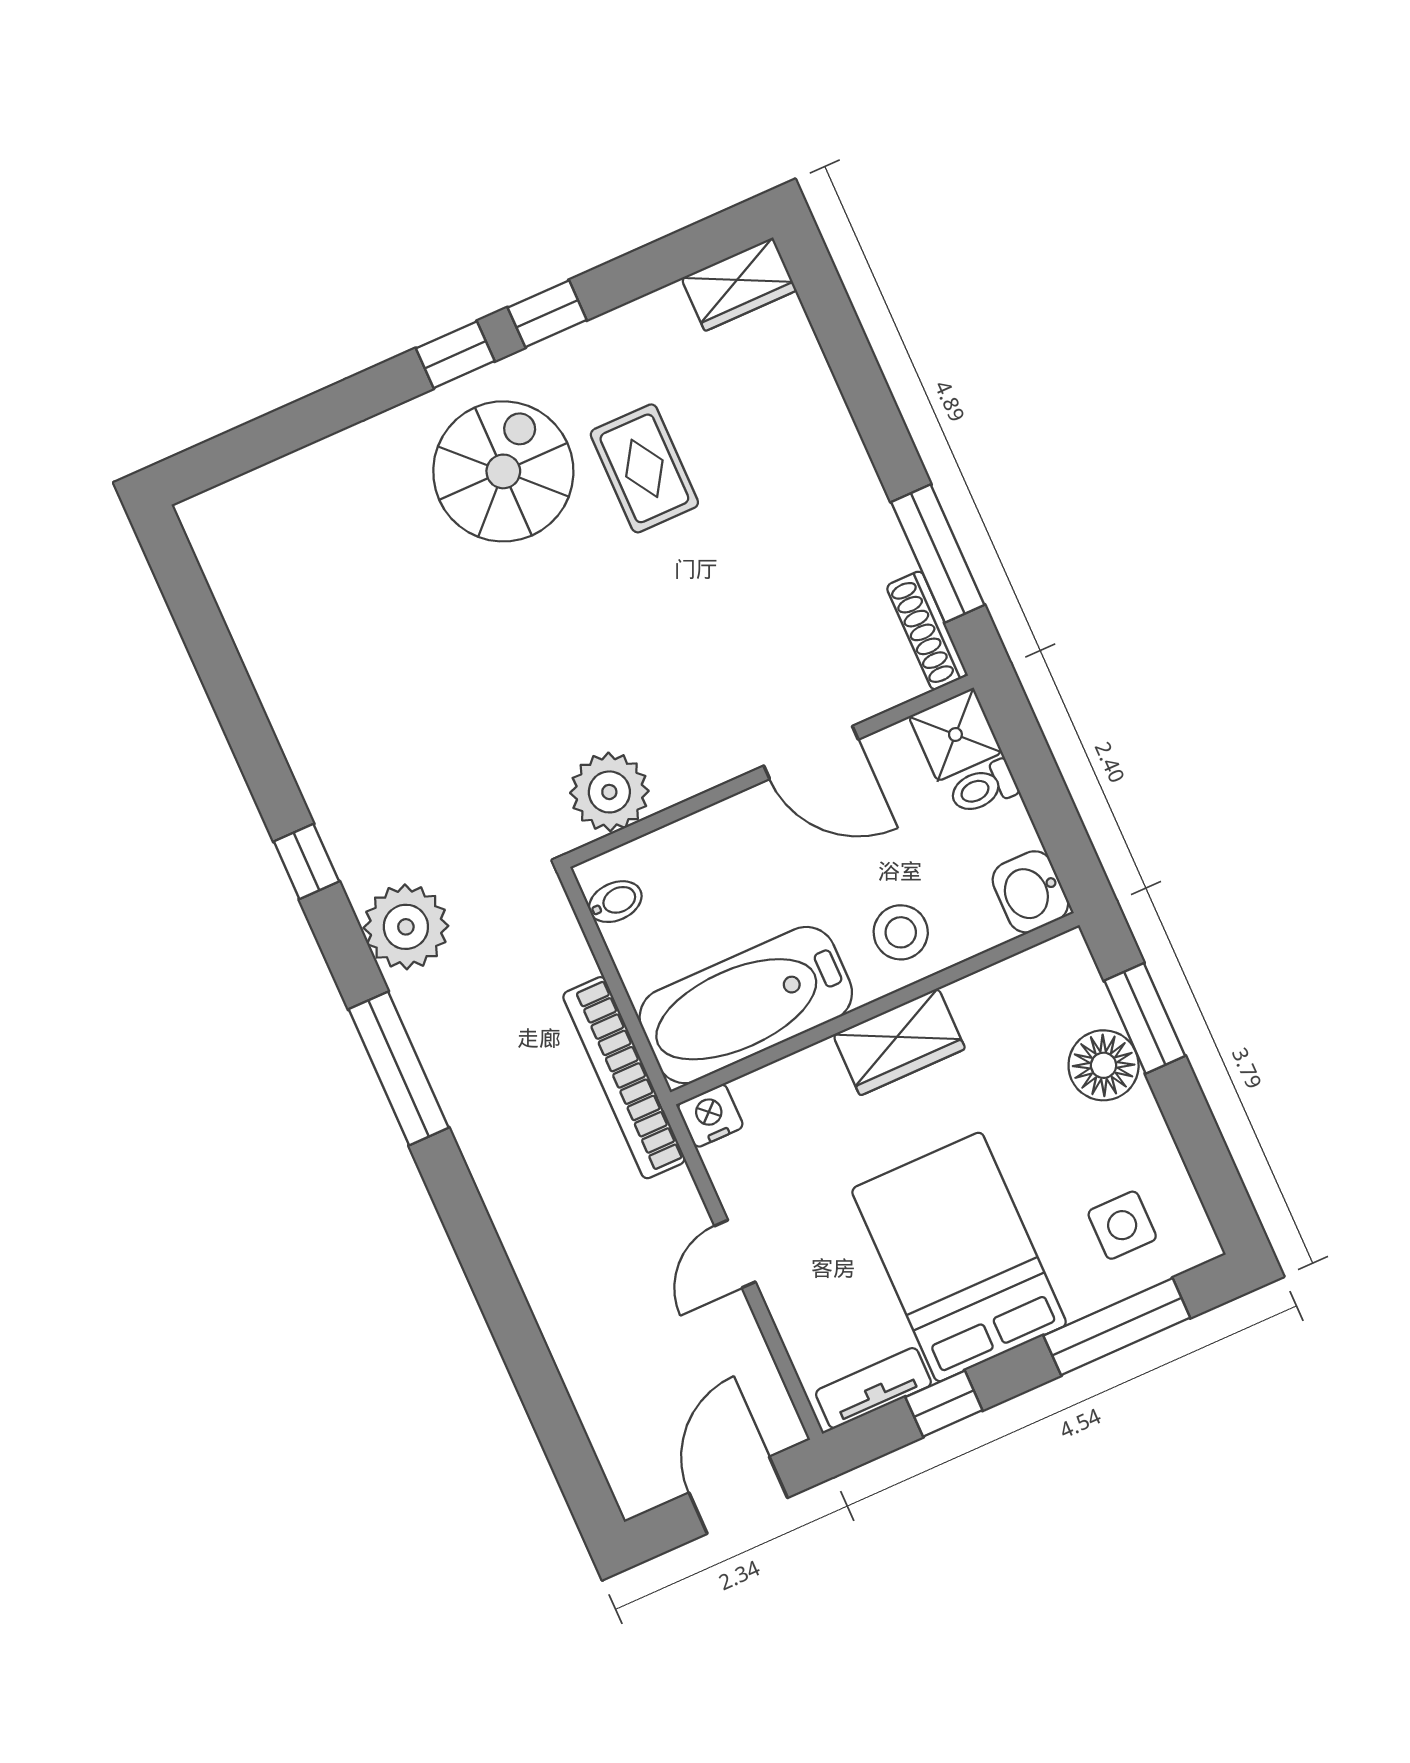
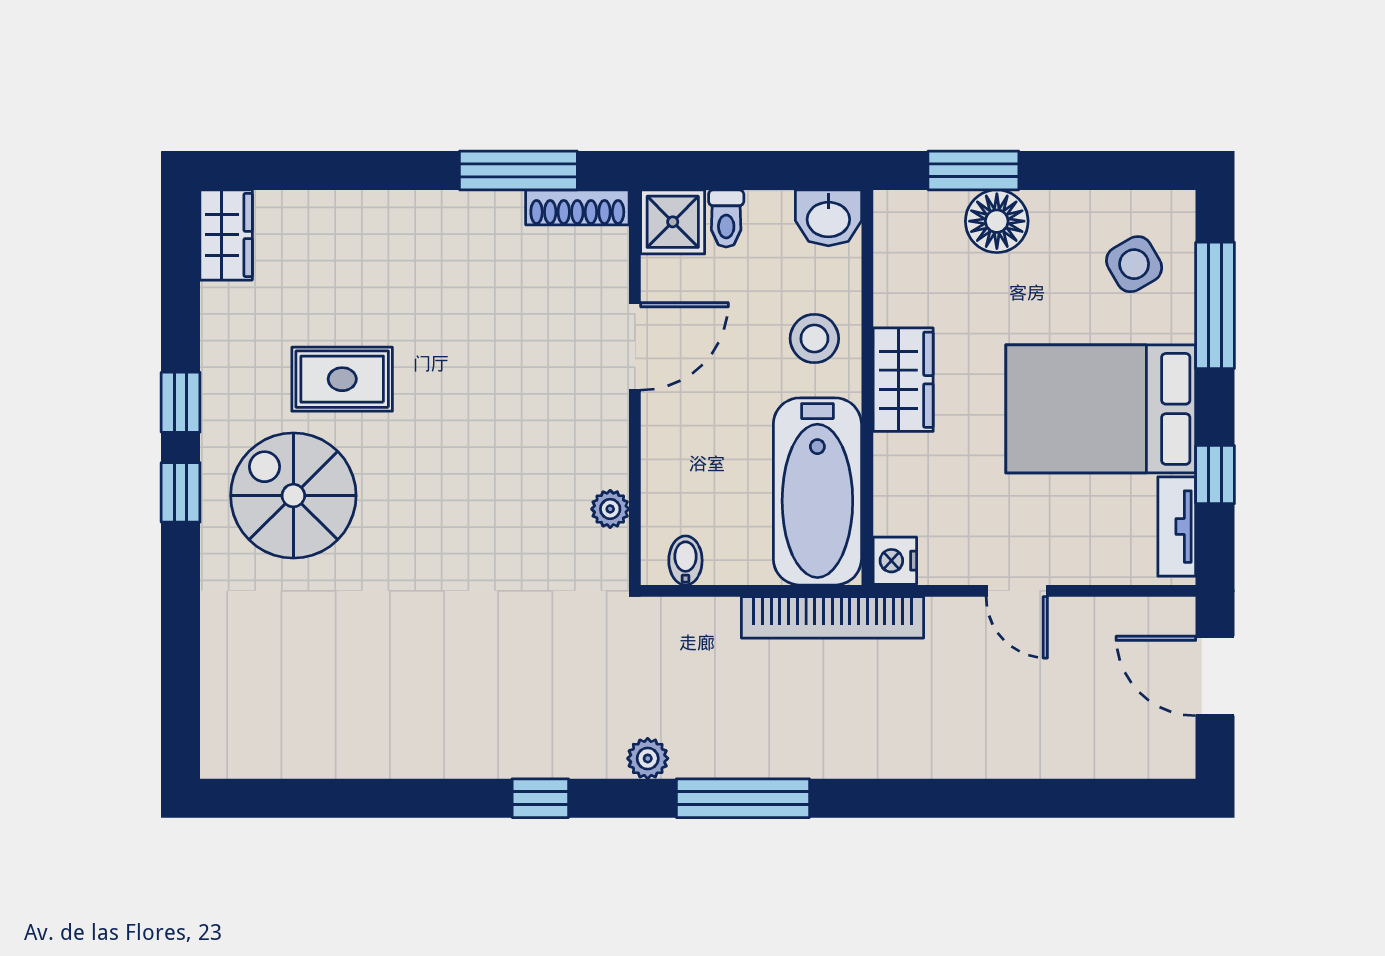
plant: (609, 792) -> (610, 509), width x0.53, depth x0.53
plant: (406, 927) -> (648, 758), width x0.53, depth x0.53
side table: (1122, 1225) -> (1134, 264), turned -30

